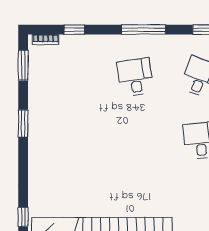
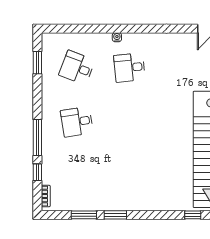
window: (143, 30) -> (37, 138), moved
window: (23, 65) -> (84, 215), moved

